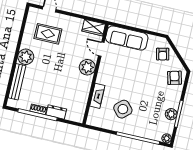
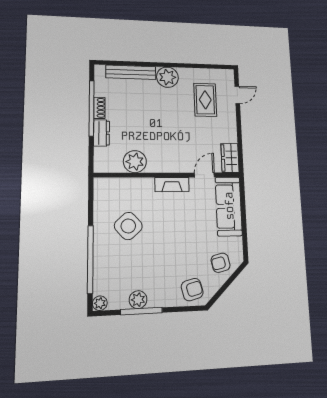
plant: (87, 67) -> (135, 162), moved
fireplace: (97, 96) -> (172, 185), moved

